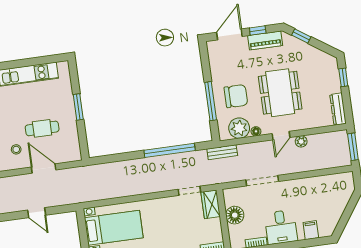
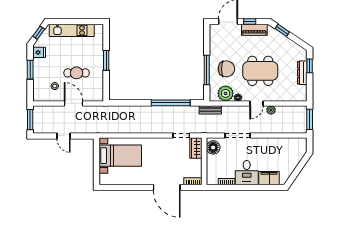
dining table: (280, 93) -> (260, 71), turned 90
dresser: (338, 109) -> (302, 73), moved
floor lamp: (235, 215) -> (213, 147), moved
filing cabinet: (311, 230) -> (269, 178), width x2.00

